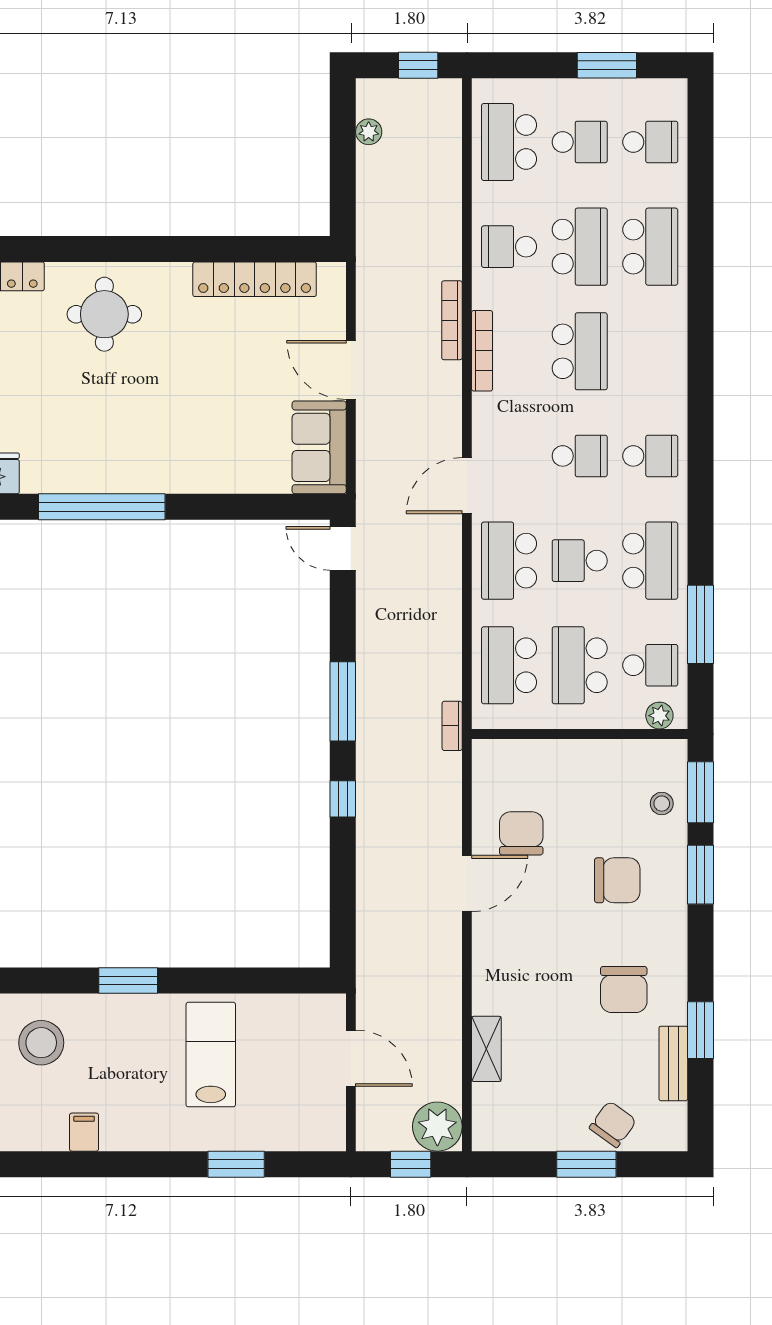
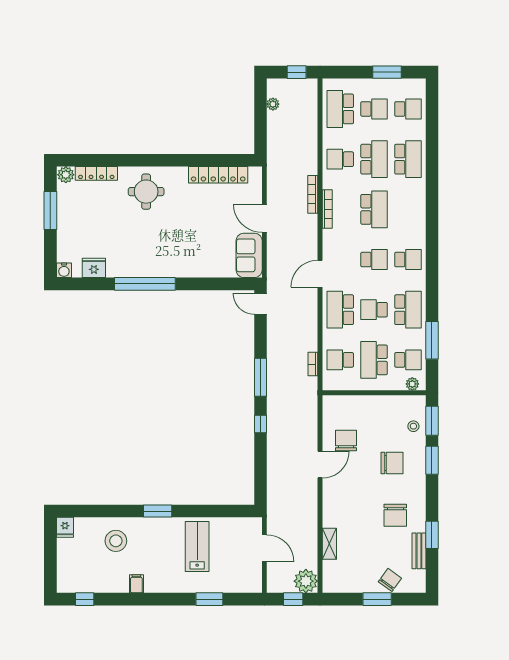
school desk: (509, 665) -> (340, 360), width x0.54
bookcase: (452, 726) -> (313, 364), moved

